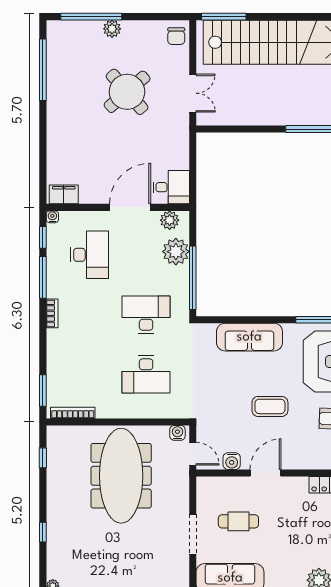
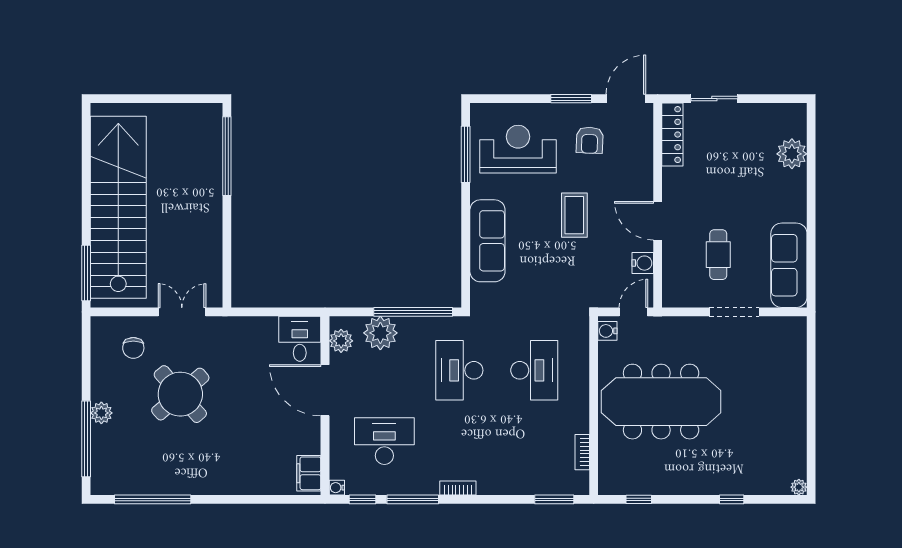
chair: (176, 36) -> (133, 348), moved, turned 90
bookcase: (73, 413) -> (582, 452), width x0.64

